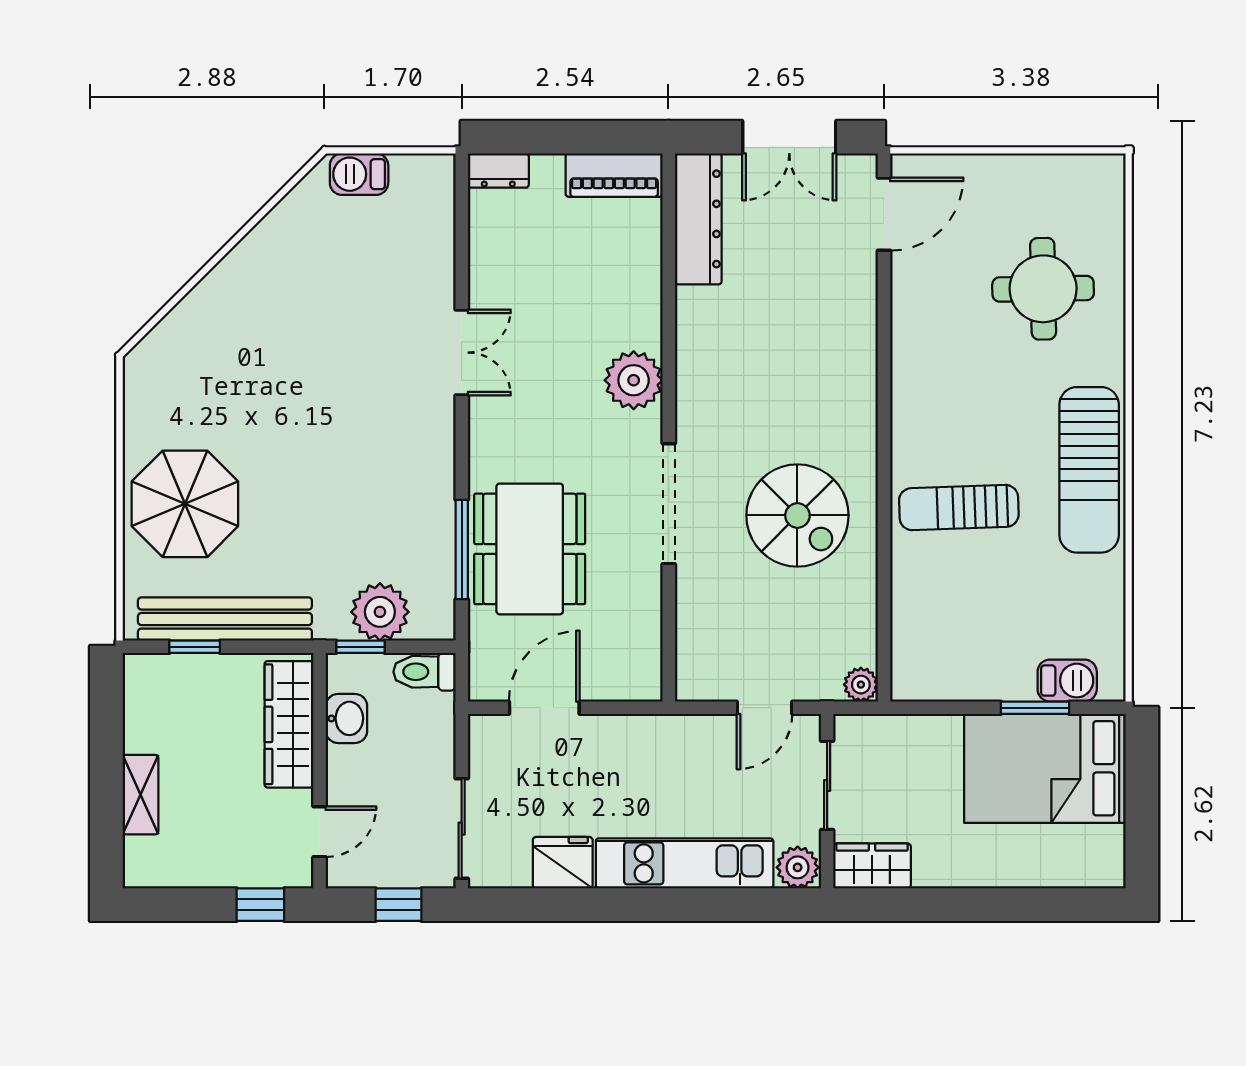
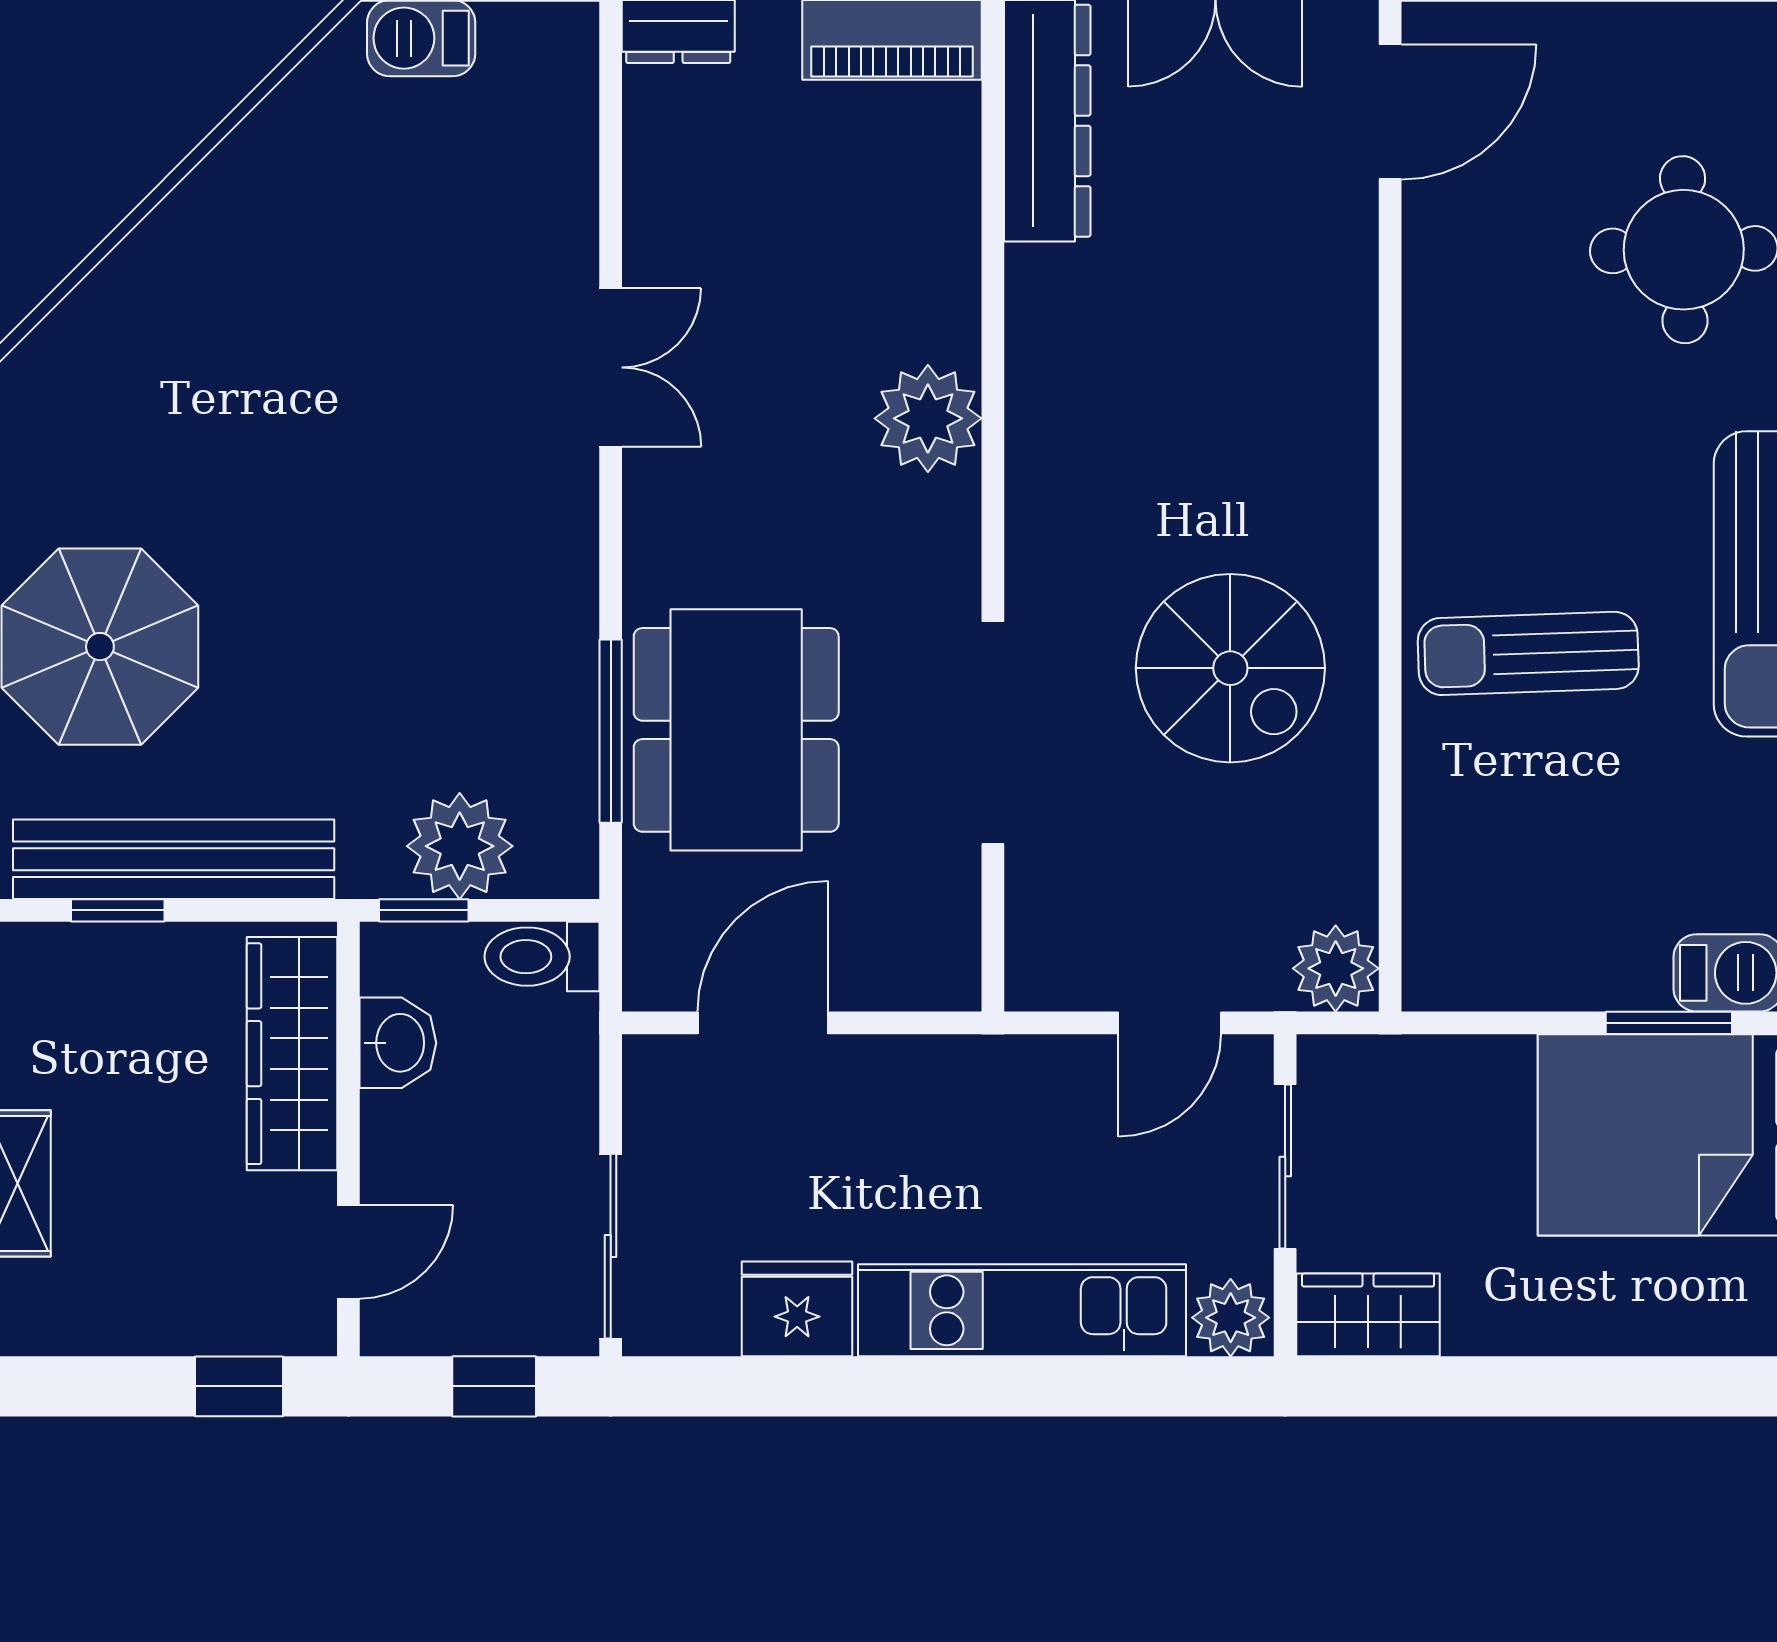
doorway: (669, 504) -> (993, 733), moved
plant: (861, 685) -> (1336, 968), width x1.38, depth x1.38

